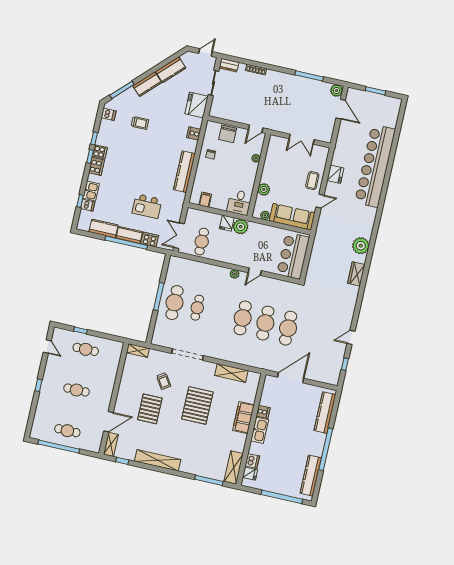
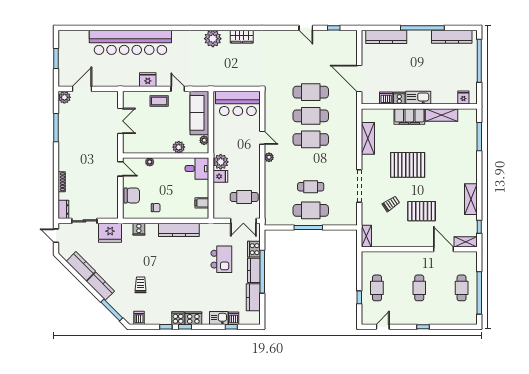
shelving: (158, 460) -> (471, 199), width x0.68
dishwasher: (252, 461) -> (386, 98), moved
shelving: (234, 468) -> (442, 115), moved

